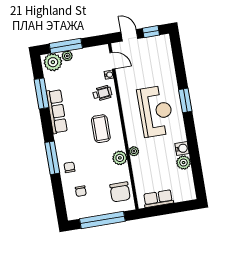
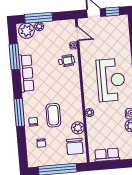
coffee table: (101, 129) -> (53, 115), moved
plant: (120, 158) -> (78, 128), moved

